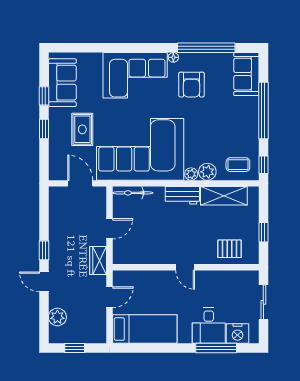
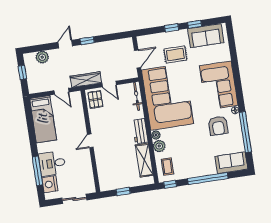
armchair: (191, 85) -> (218, 126), turned -90
pallet: (230, 249) -> (95, 99), moved
wardrobe: (98, 260) -> (86, 80), width x1.50

